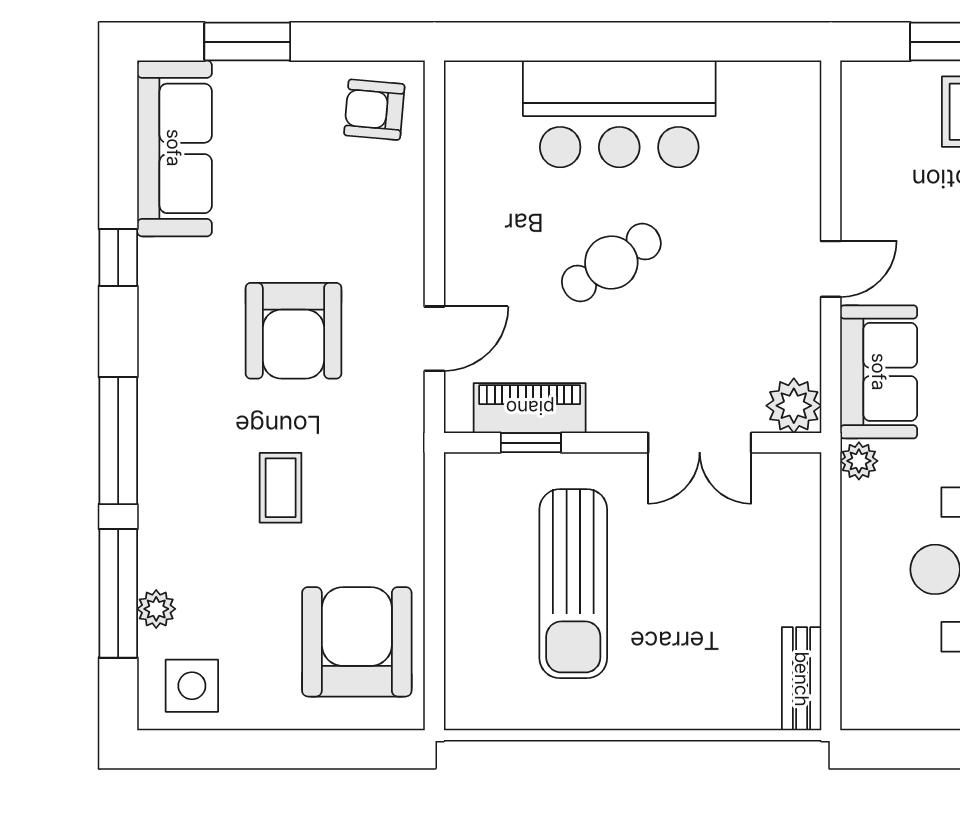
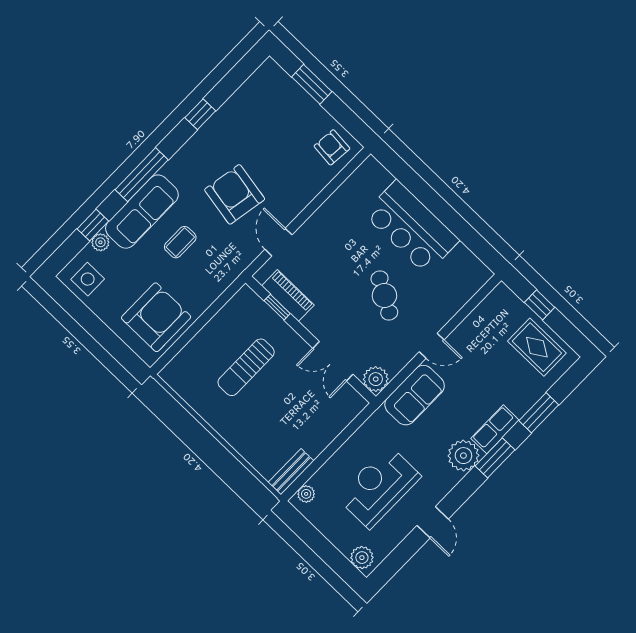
sofa: (174, 148) -> (142, 212), moved
cafe table: (611, 263) -> (384, 295), moved, turned 63
armchair: (293, 331) -> (235, 194), turned 100
door: (434, 339) -> (279, 242), swing flipped
plant: (859, 461) -> (306, 494), moved
sun lounger: (573, 584) -> (246, 367), width x0.73, depth x0.75
window: (118, 593) -> (93, 225), width x0.46

